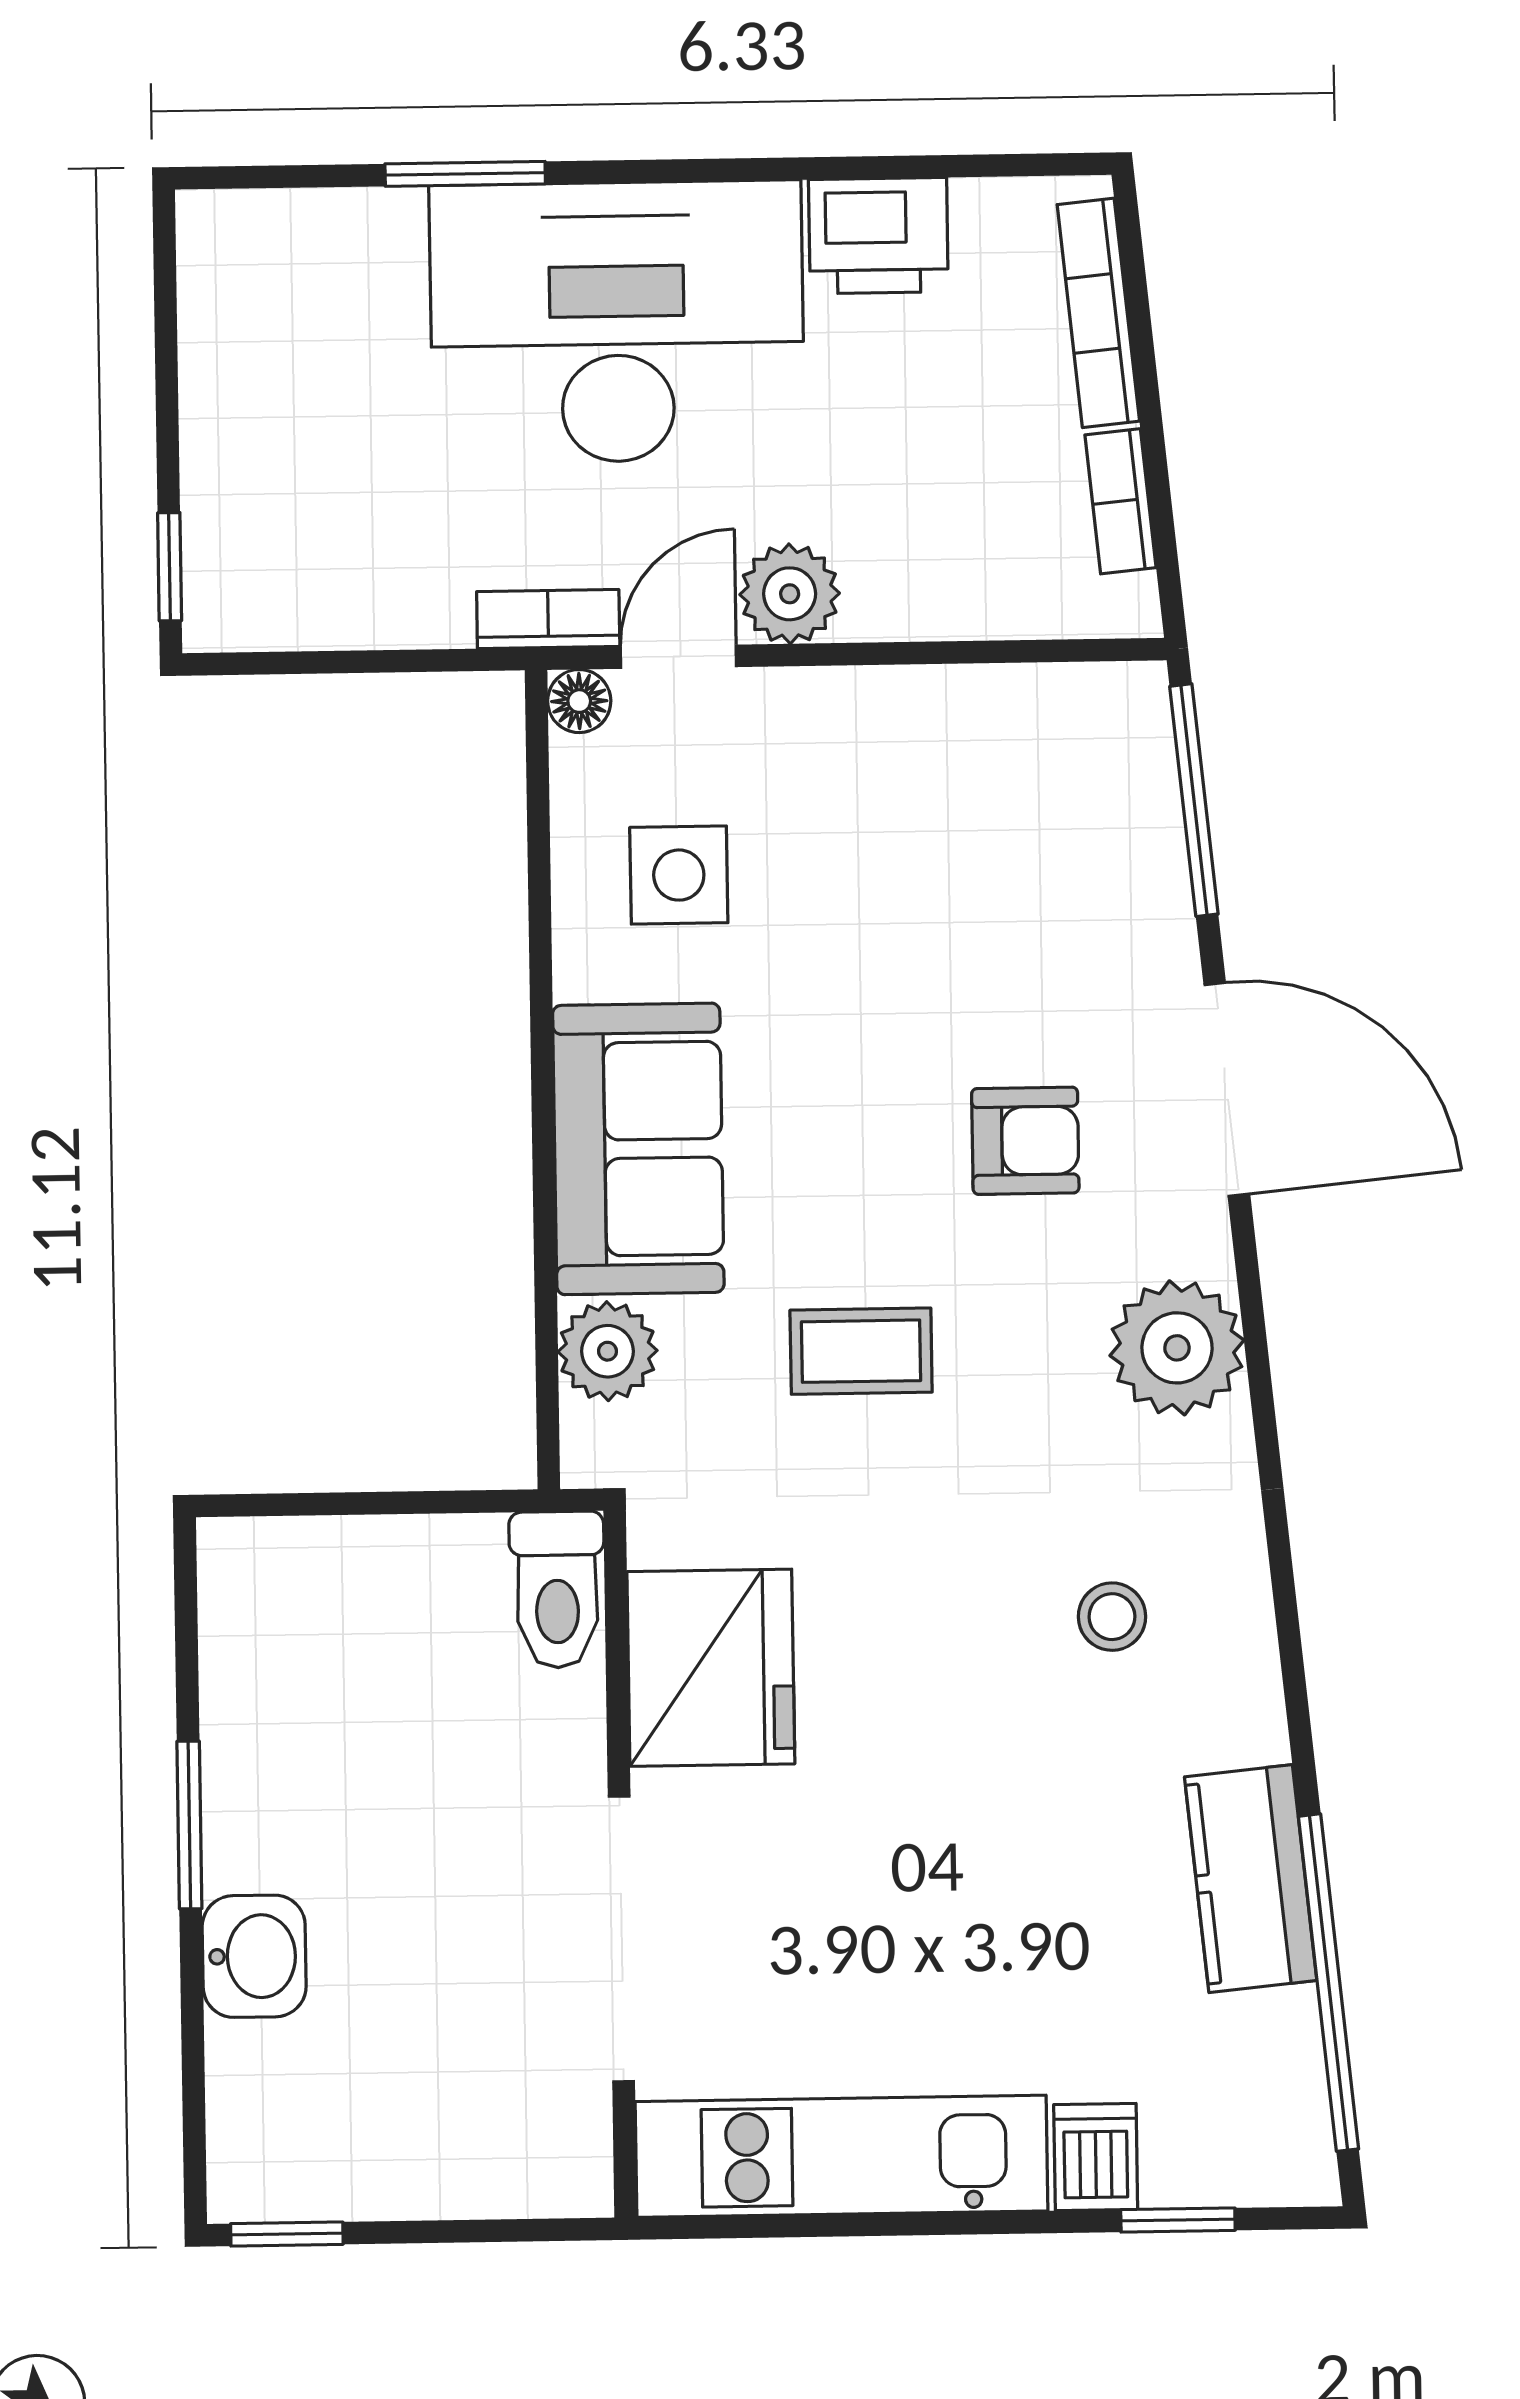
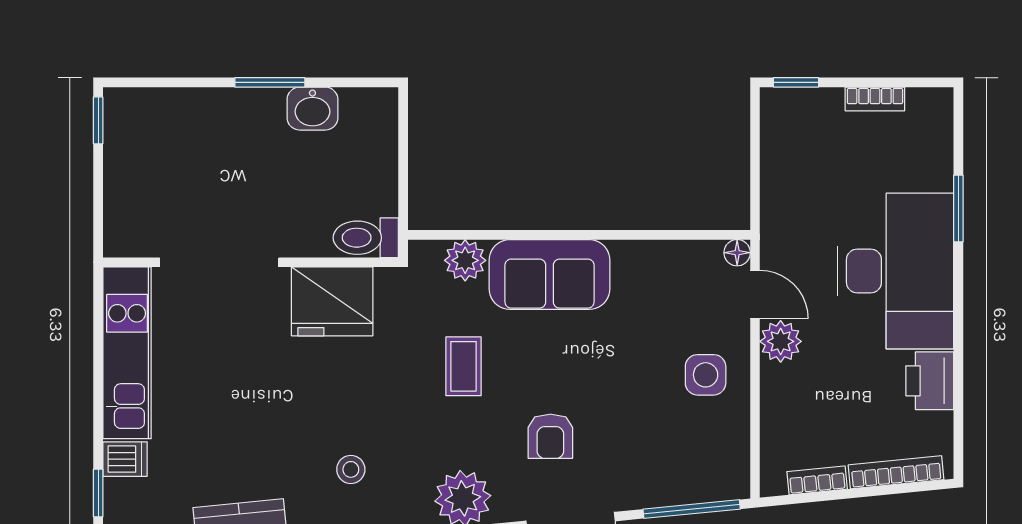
bookcase: (548, 619) -> (875, 99), moved, turned 90
side table: (679, 875) -> (706, 375), moved
washbasin: (254, 1956) -> (312, 109), moved

